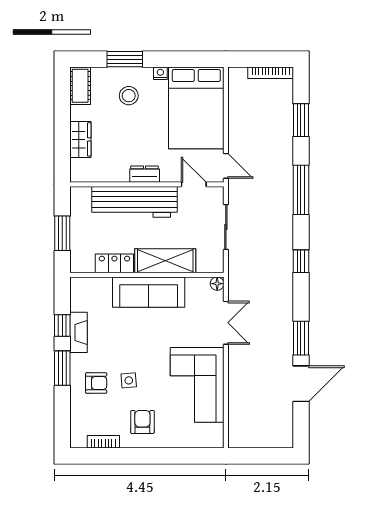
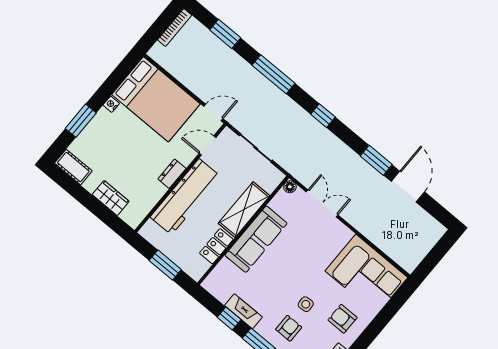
stool: (129, 96) -> (108, 139), removed
corner sofa: (197, 385) -> (366, 274), moved

